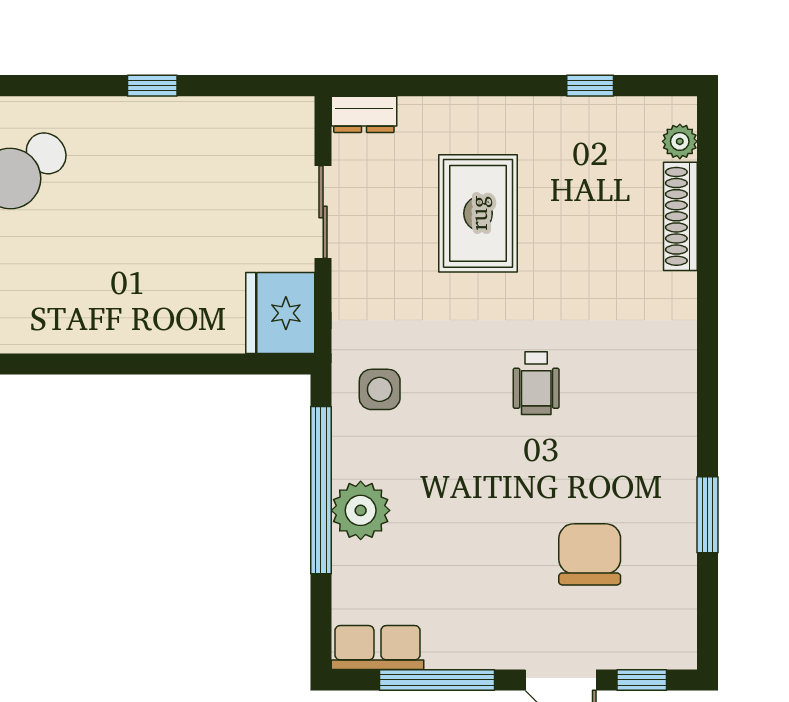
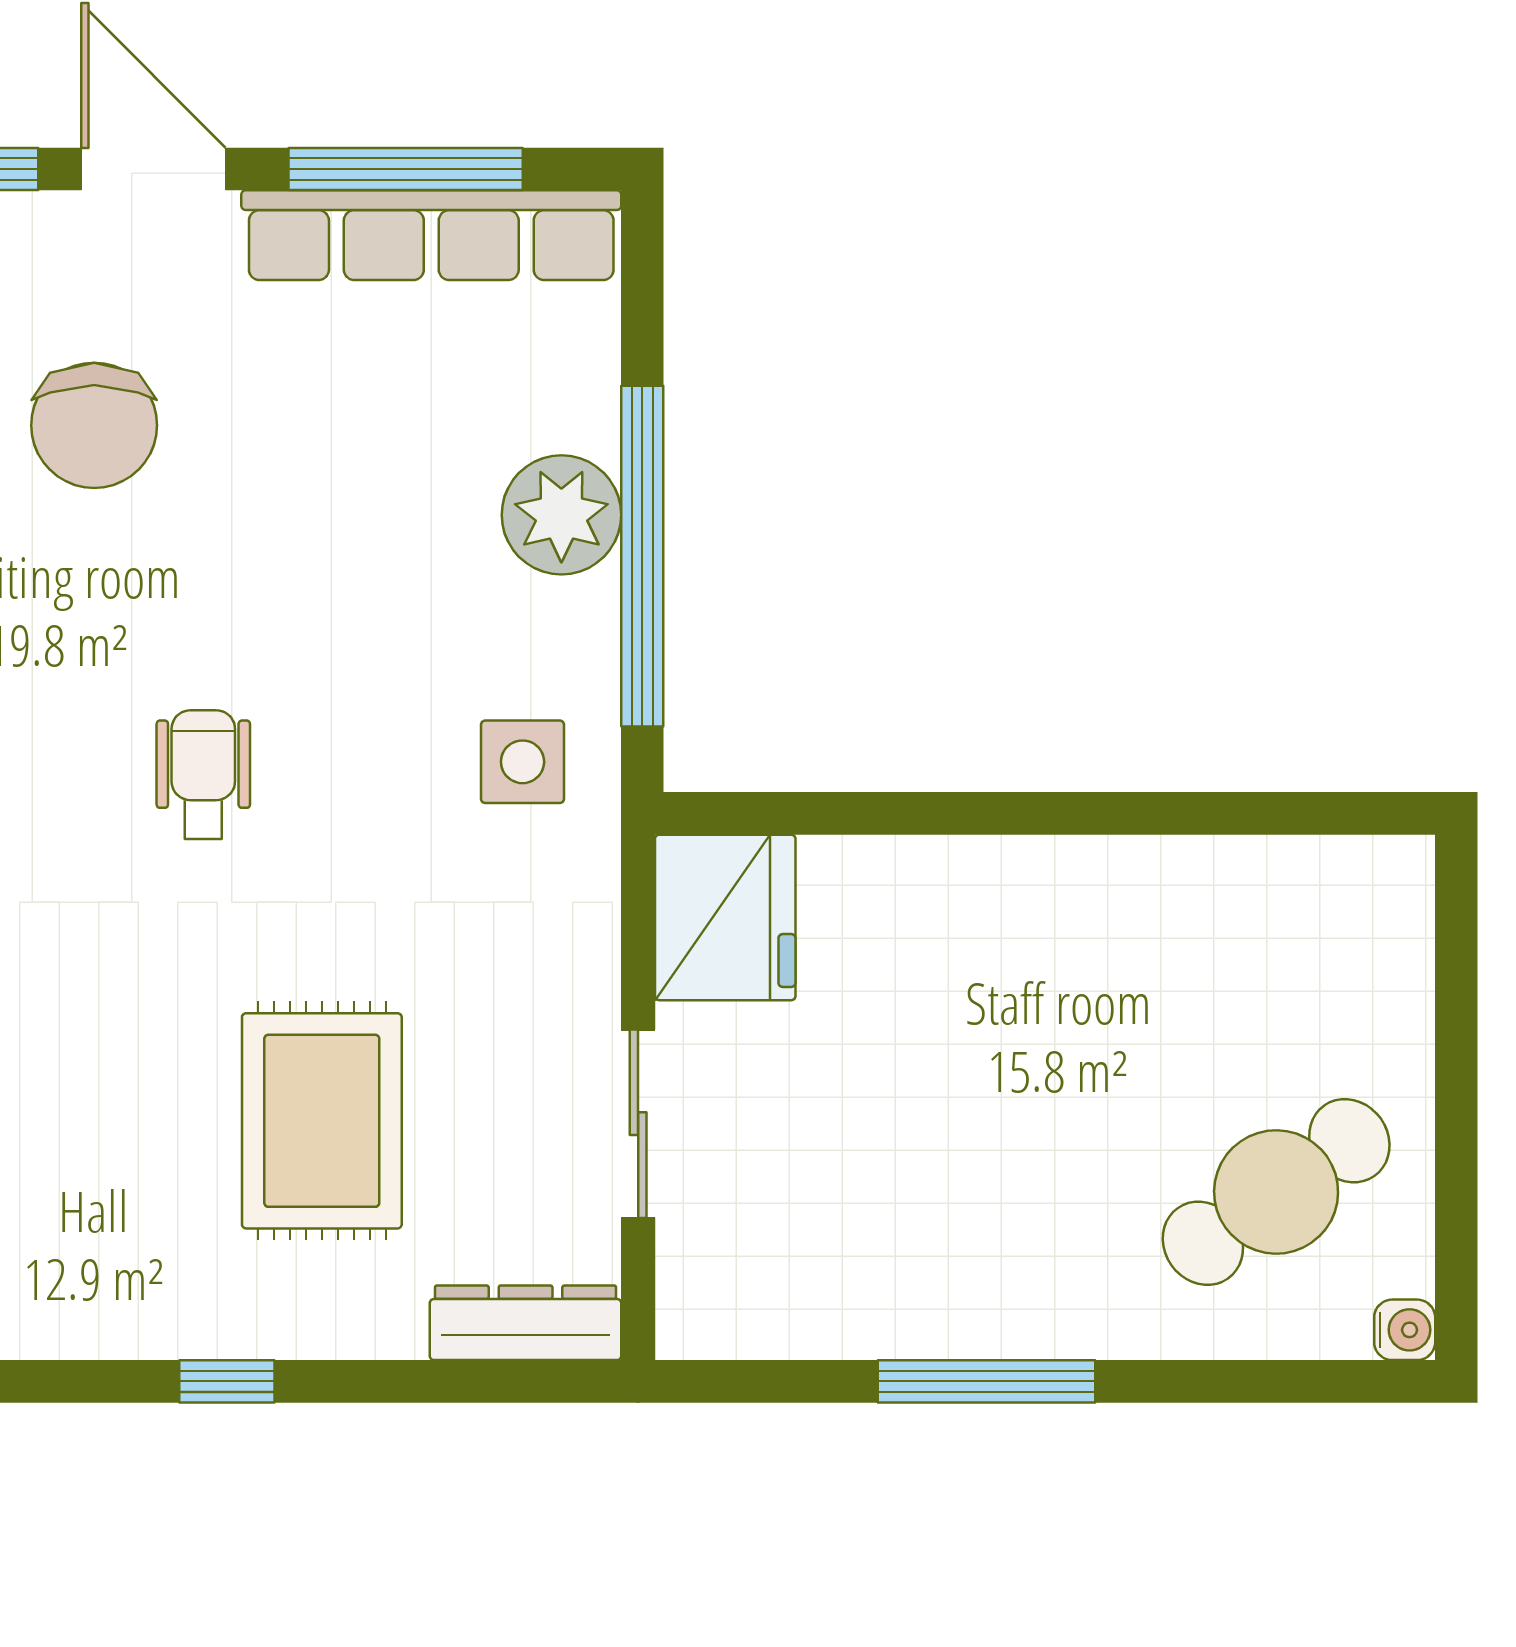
window: (152, 86) -> (986, 1381), width x2.17
window: (590, 86) -> (227, 1381), moved
dresser: (364, 114) -> (526, 1323), width x1.44
row of seats: (377, 648) -> (431, 235), width x2.02

